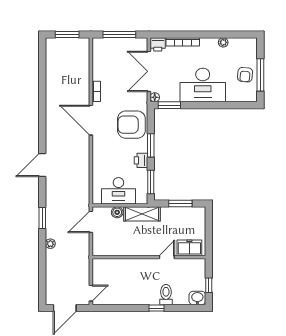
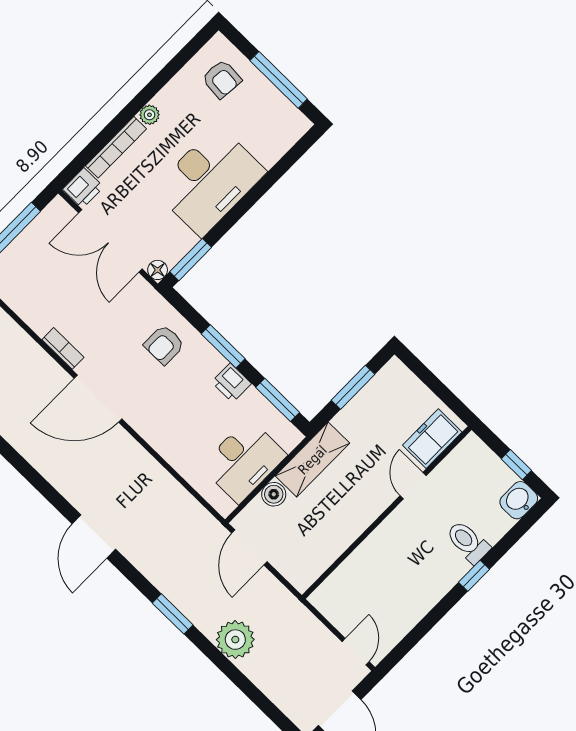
plant: (223, 42) -> (149, 115), moved
armchair: (245, 75) -> (222, 79), moved
armchair: (131, 125) -> (164, 345), width x0.53, depth x0.53
plant: (50, 244) -> (235, 640), width x1.88, depth x1.88

